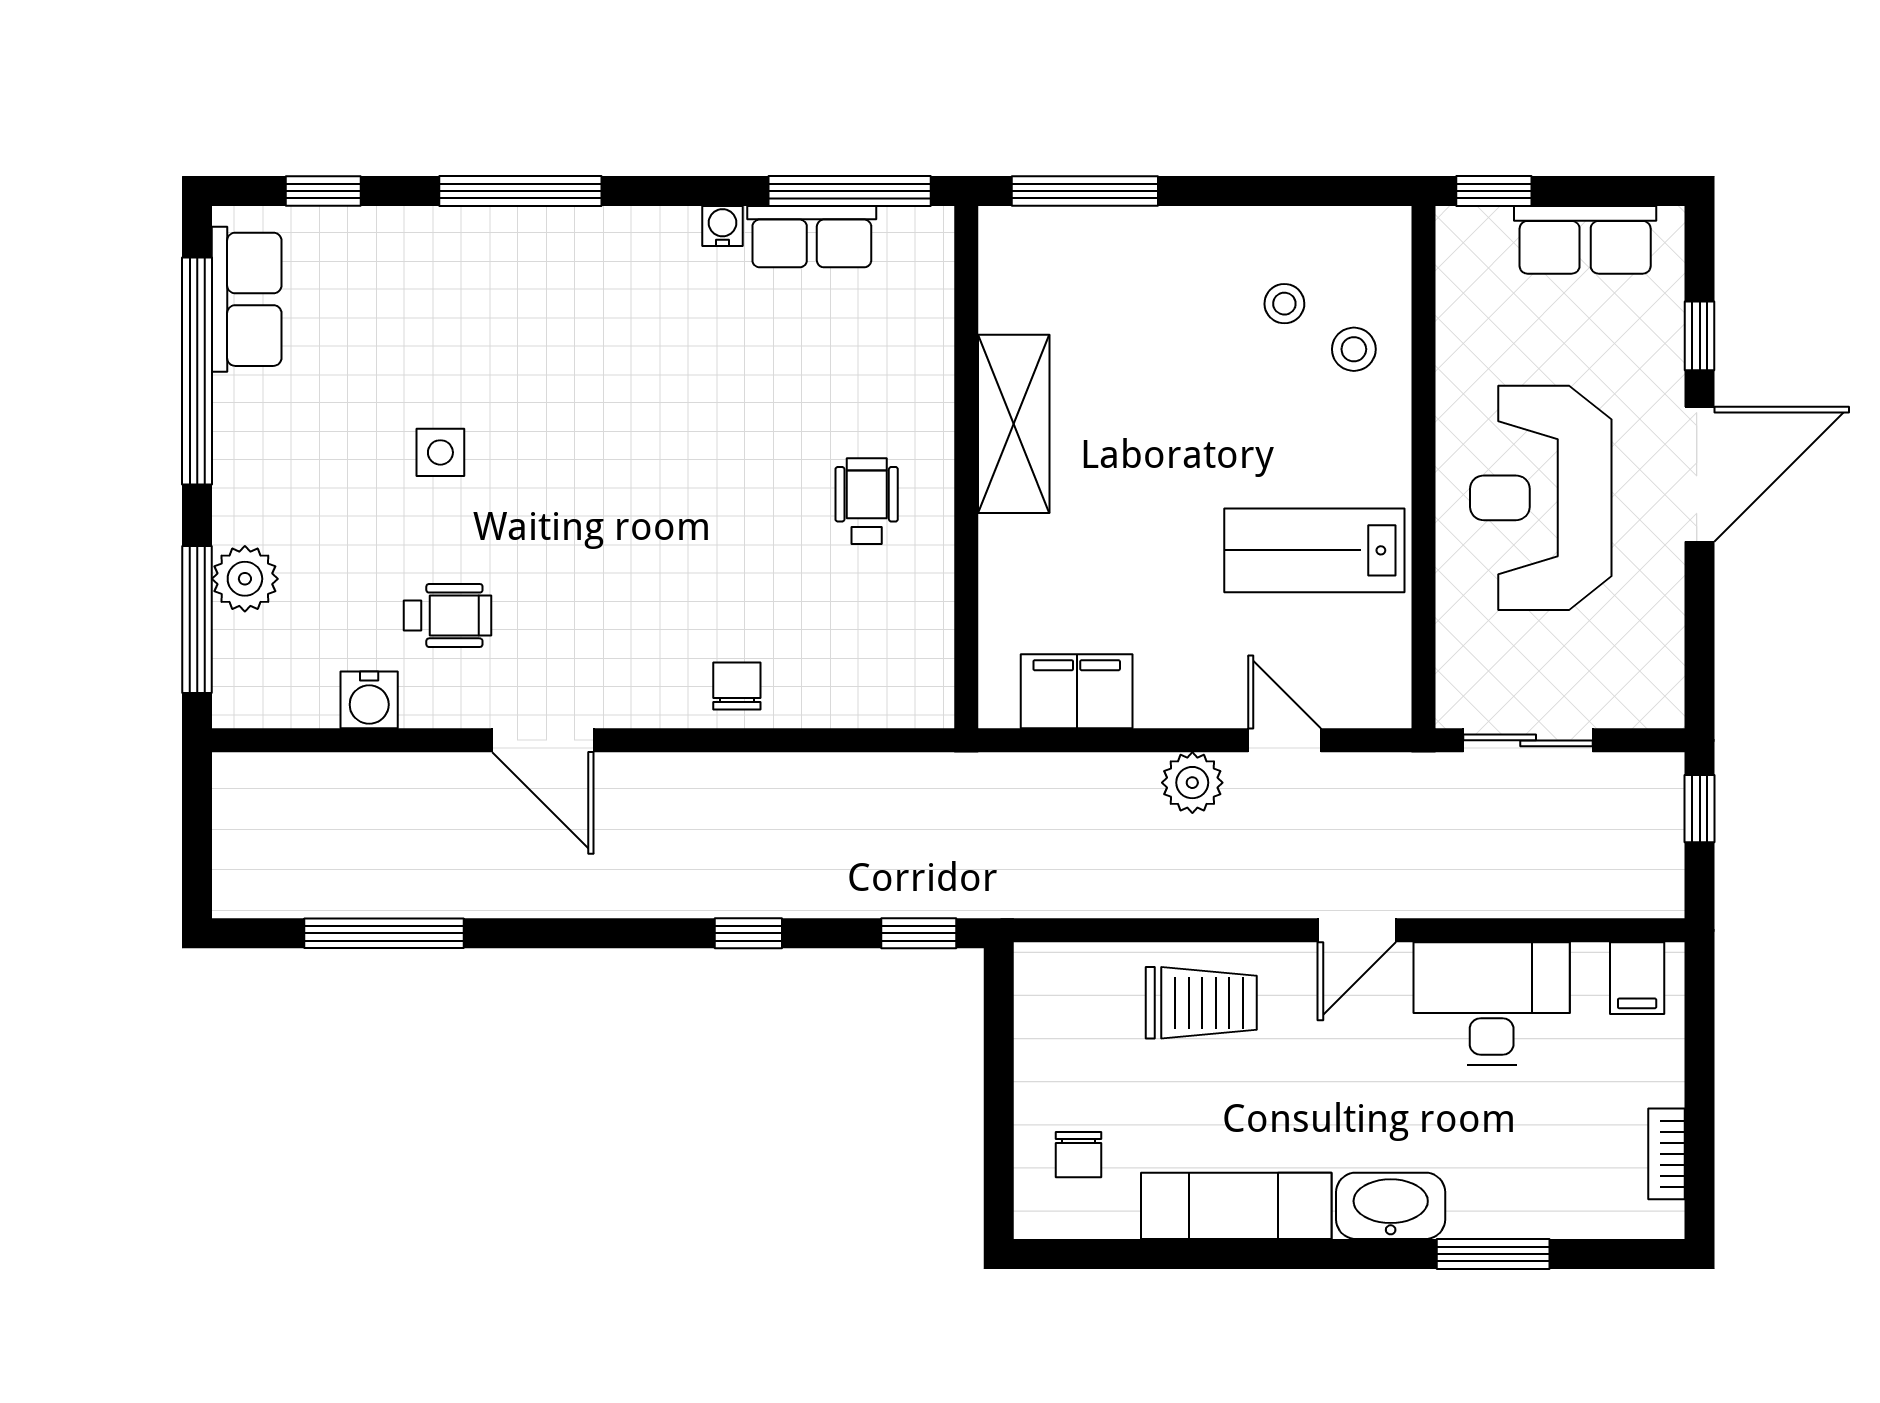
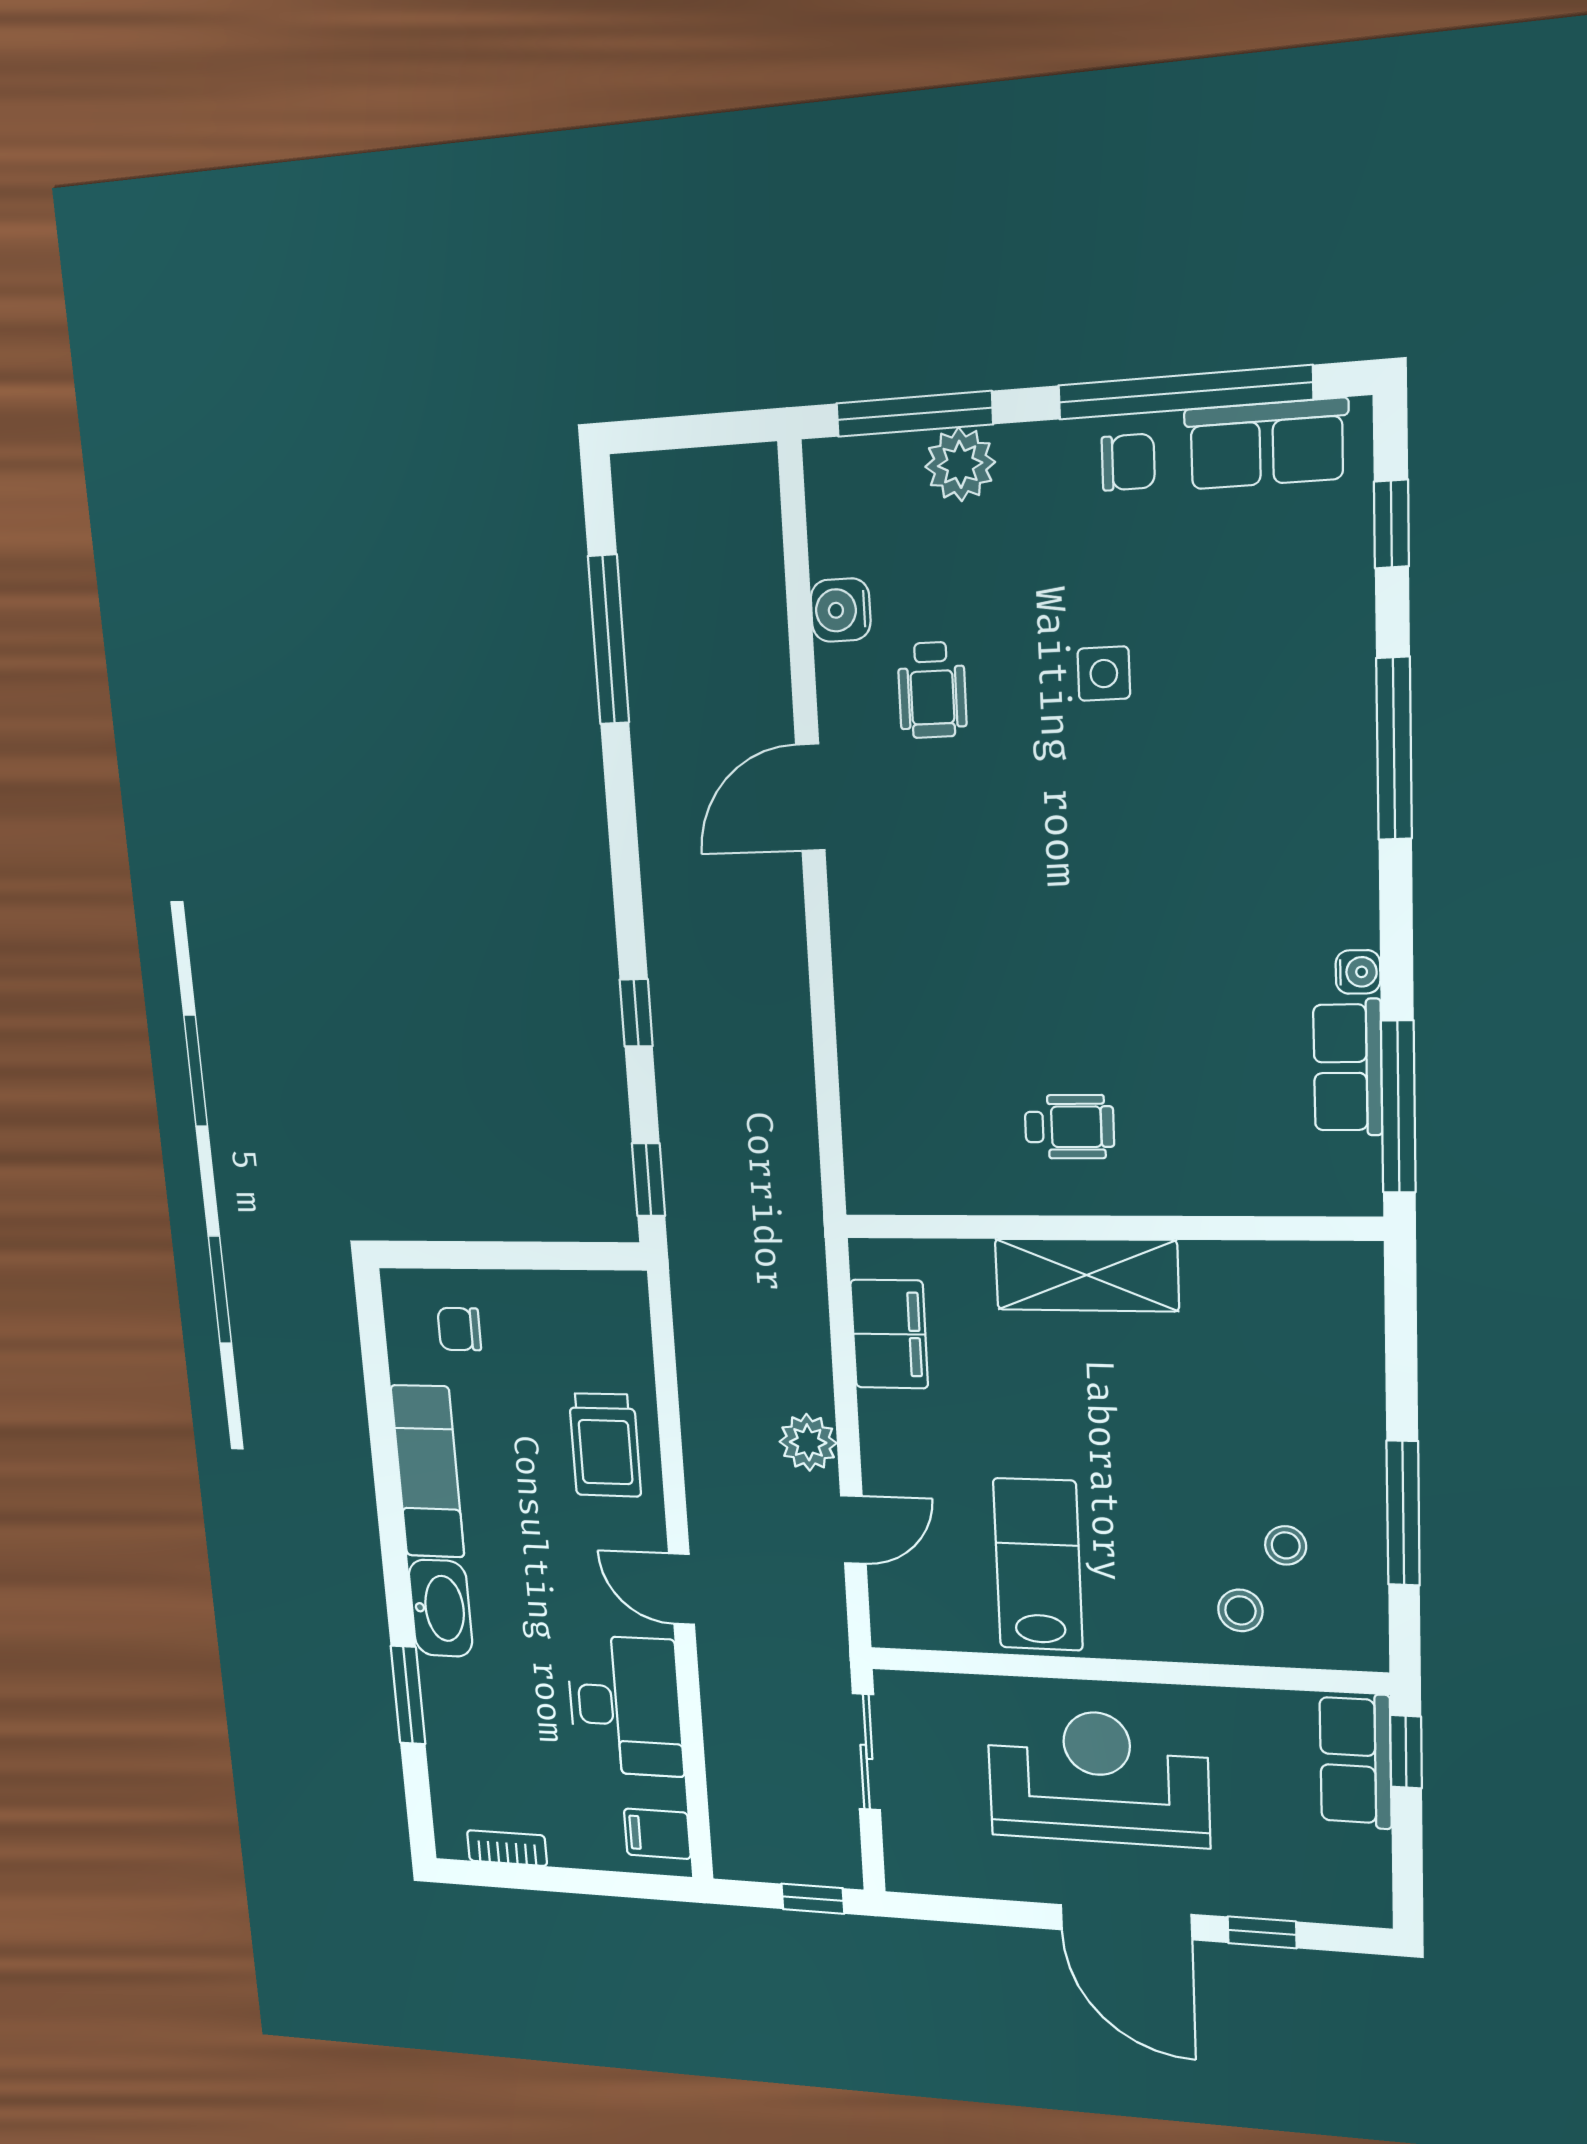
window: (1085, 191) -> (1403, 1513), moved
row of seats: (1585, 240) -> (1356, 1761), moved
shelving: (1014, 424) -> (1087, 1275), moved
chair: (737, 686) -> (1128, 462), moved

